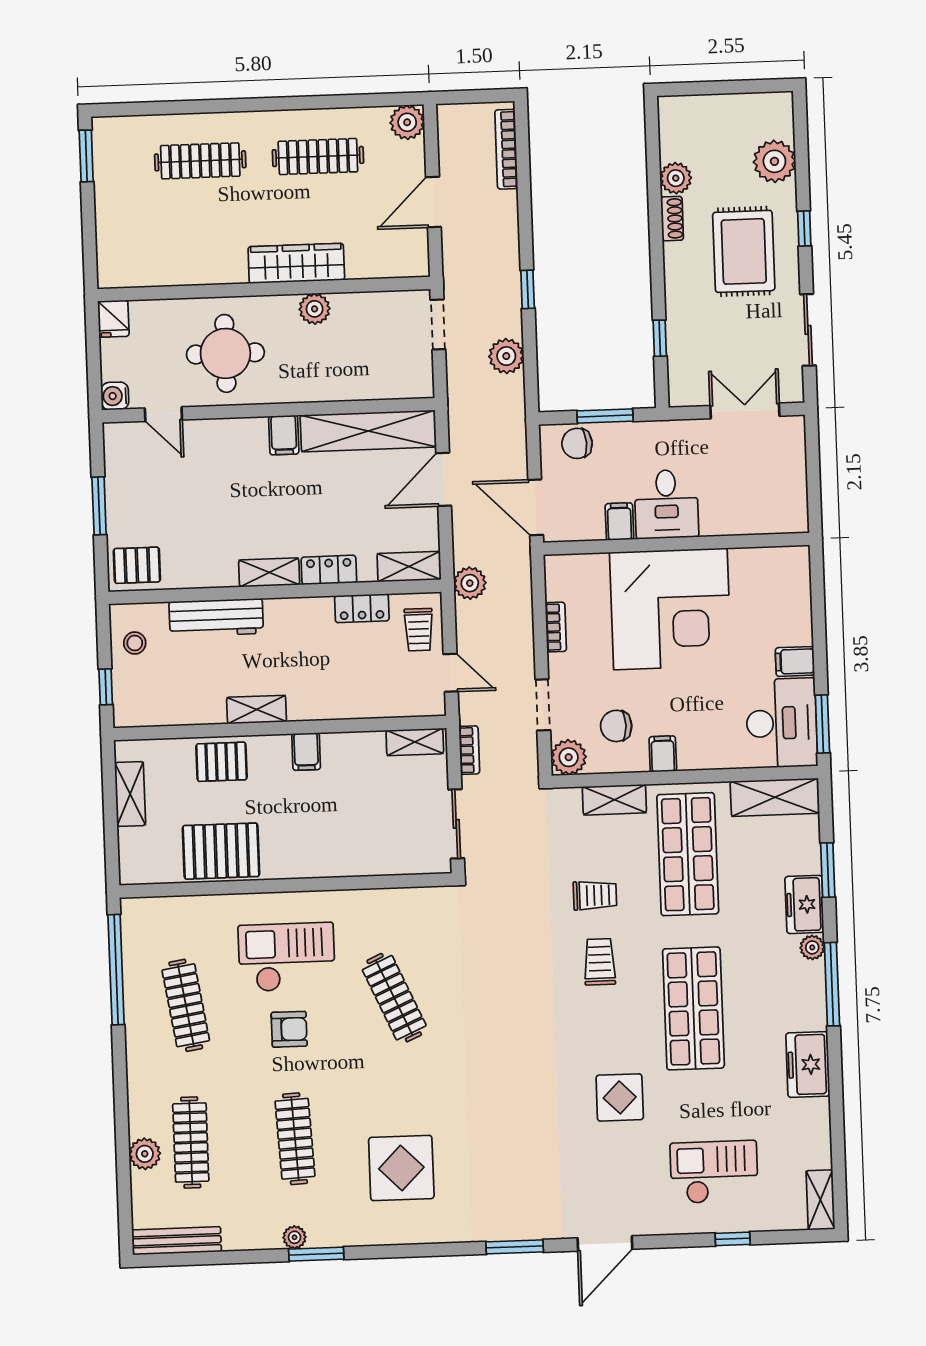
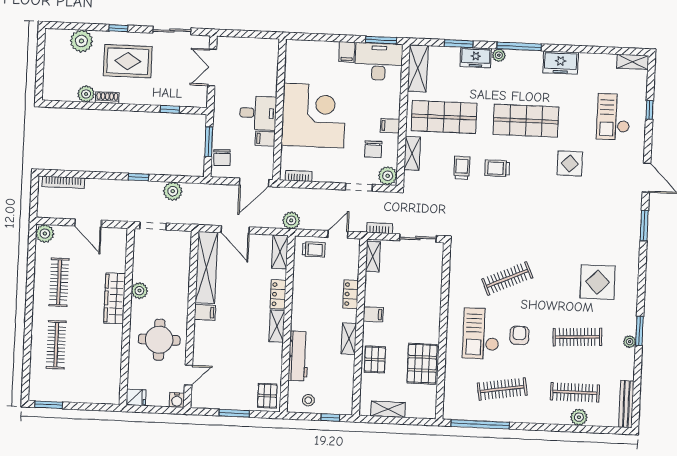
locker: (362, 608) -> (351, 294), moved, turned 180
bookcase: (556, 627) -> (299, 176), moved

